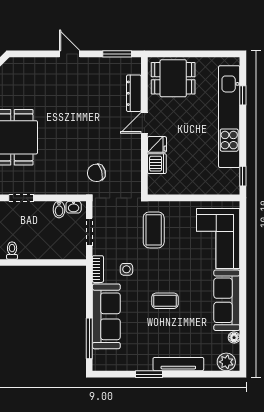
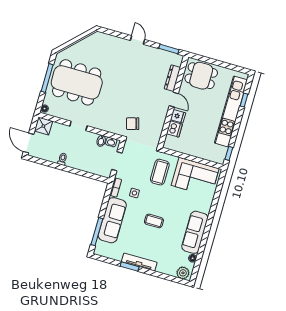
door: (144, 123) -> (174, 100), swing flipped
corner sofa: (218, 238) -> (195, 177), moved, turned -90
tv unit: (178, 364) -> (139, 262), moved

